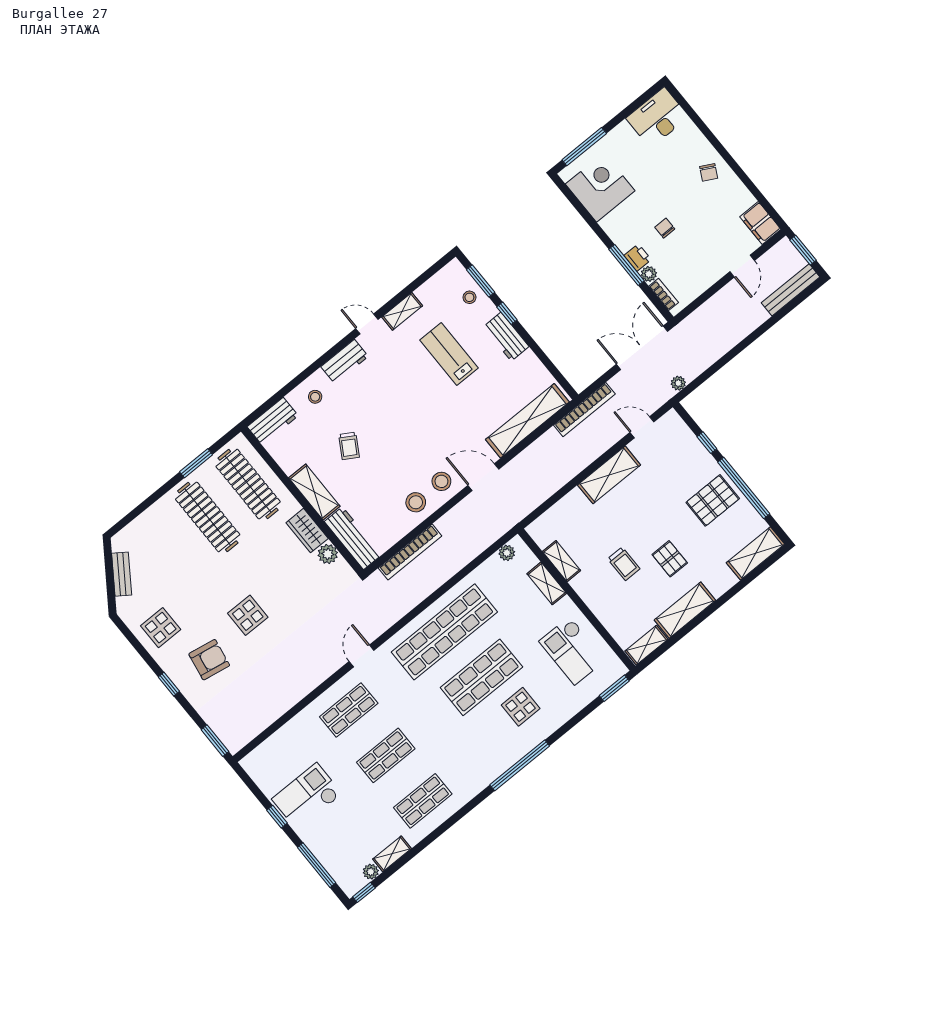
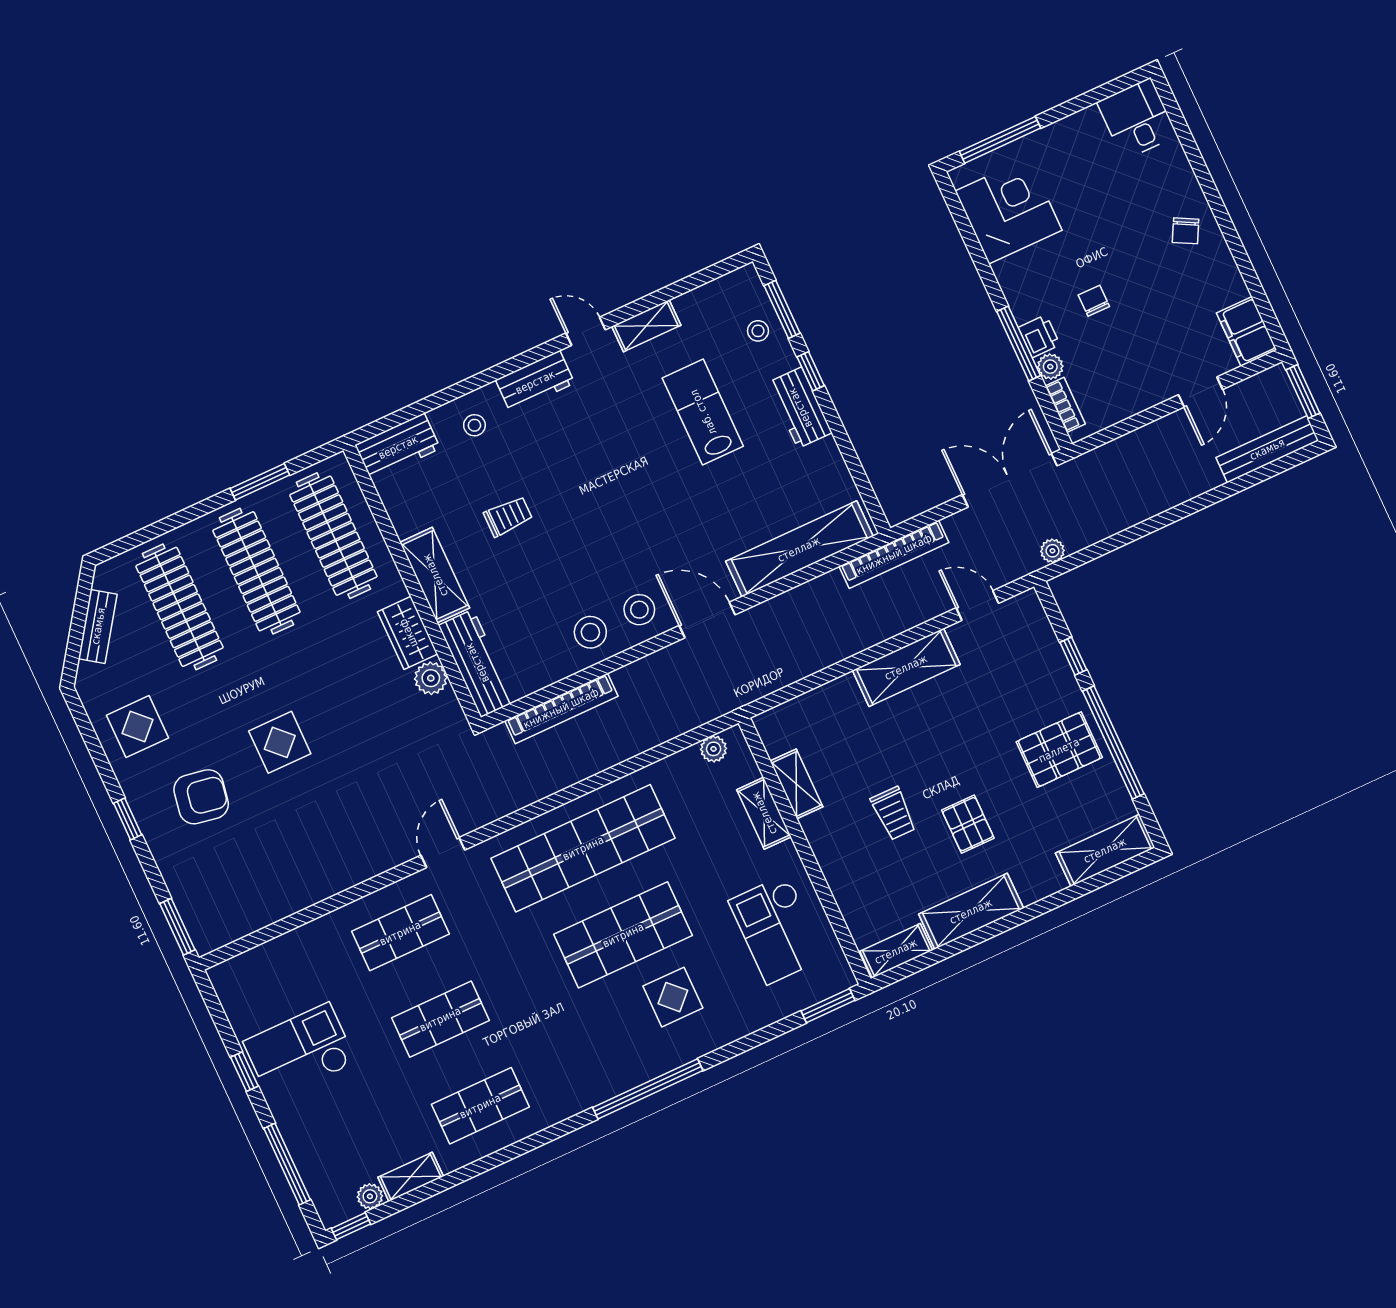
desk: (657, 118) -> (1137, 119), width x0.73
trolley: (349, 446) -> (508, 516), turned -121
clothes rail: (167, 550) -> (179, 607), added

